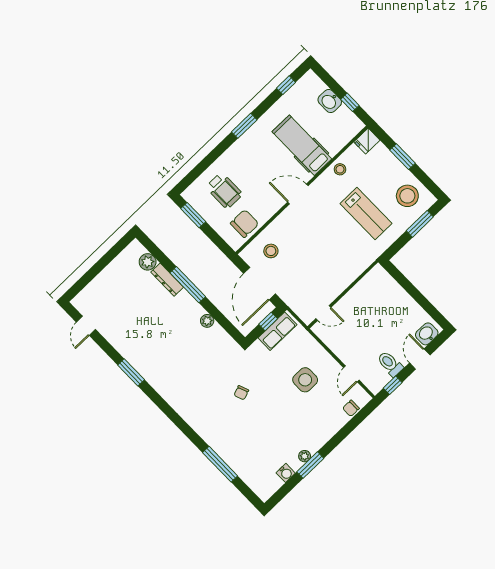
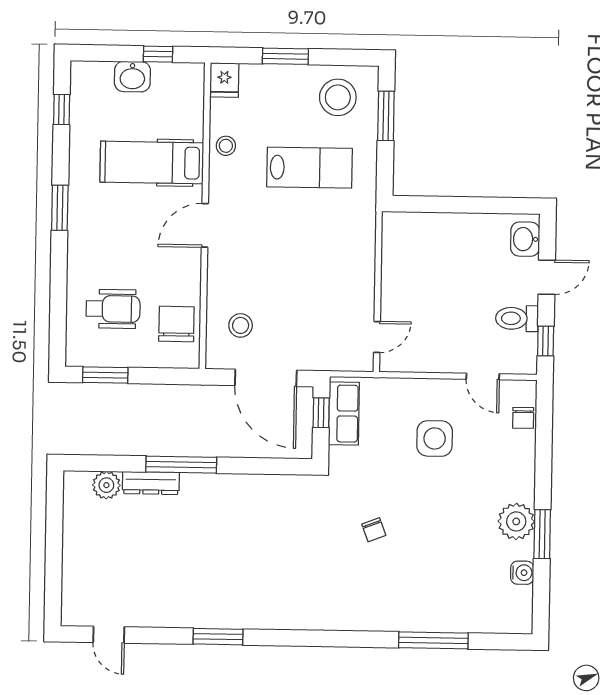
plant: (207, 321) -> (248, 485), removed
door: (420, 359) -> (547, 277), swing flipped
plant: (305, 456) -> (516, 521), width x1.88, depth x1.88

